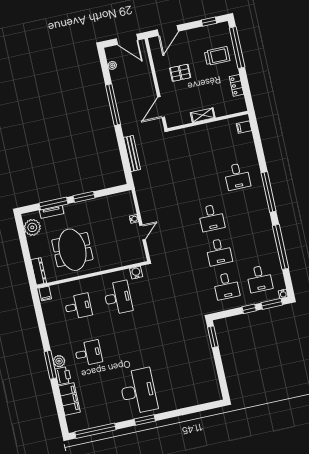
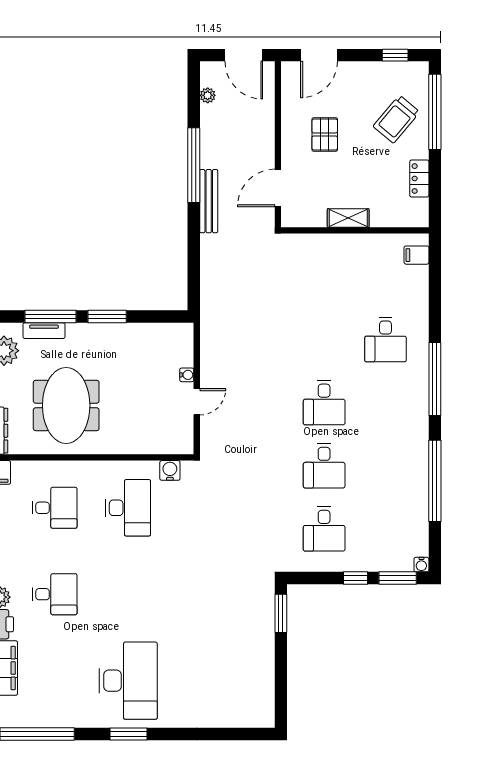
trolley: (217, 56) -> (396, 119), turned 130
pallet: (180, 73) -> (325, 134), turned 90
bench: (132, 153) -> (209, 201), moved
desk: (260, 279) -> (385, 529), removed

